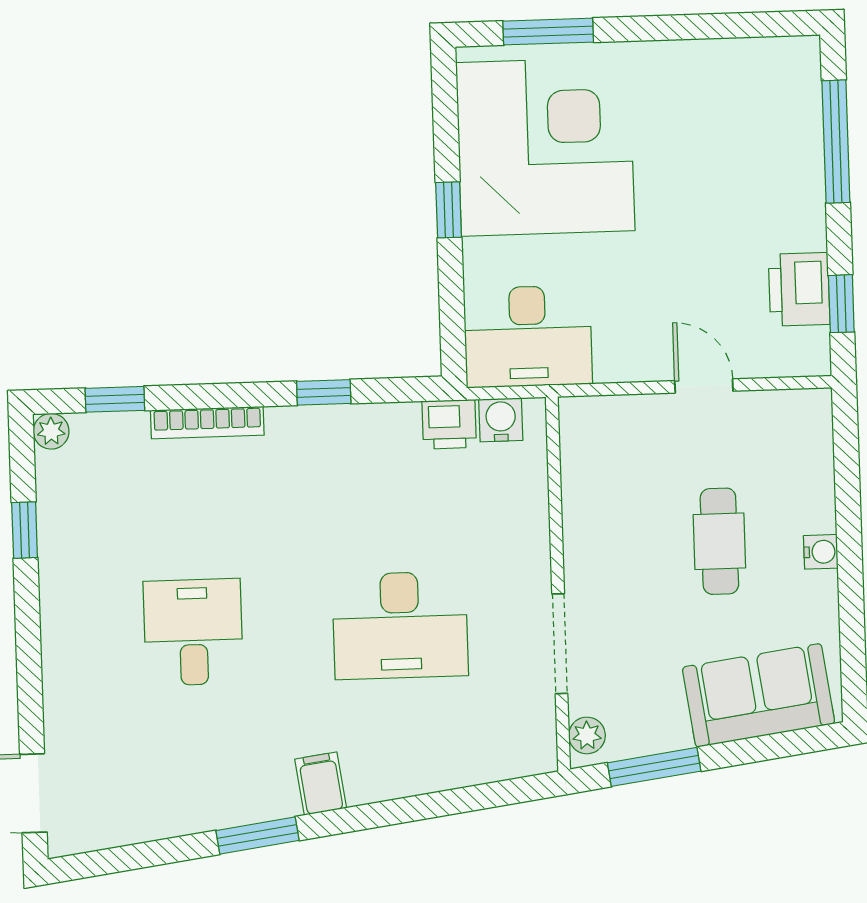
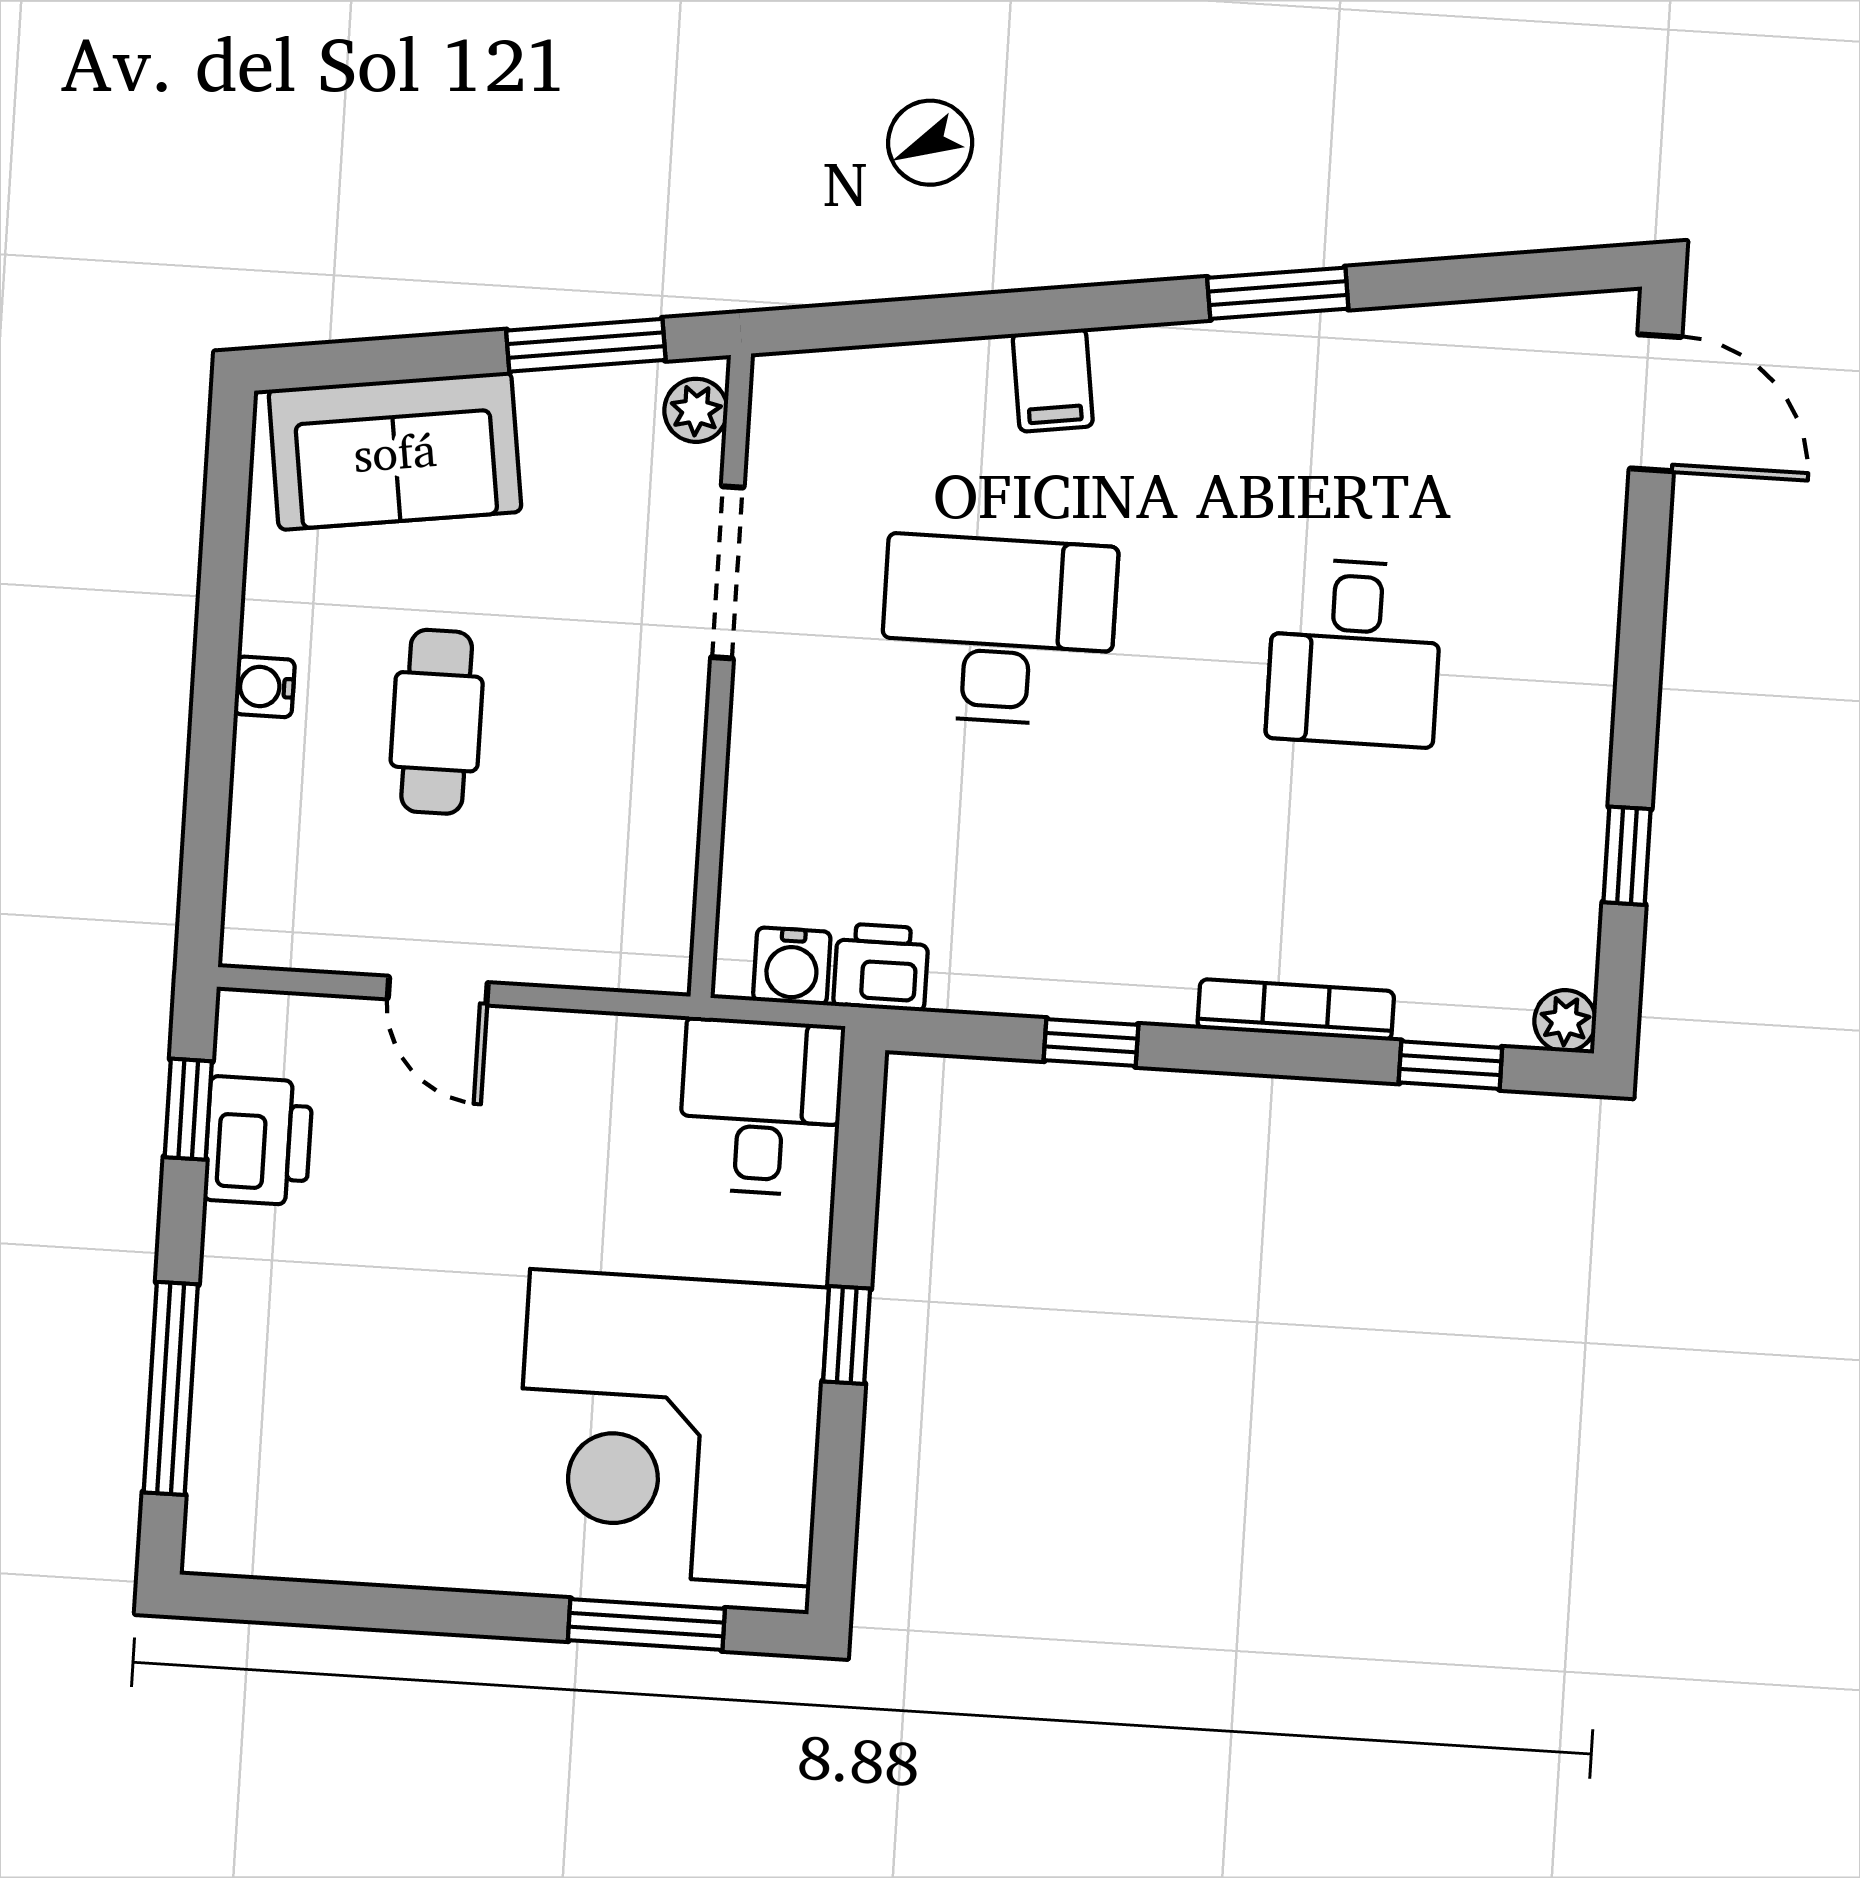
desk: (528, 336) -> (761, 1107), width x0.73
filing cabinet: (321, 784) -> (1053, 380), moved

